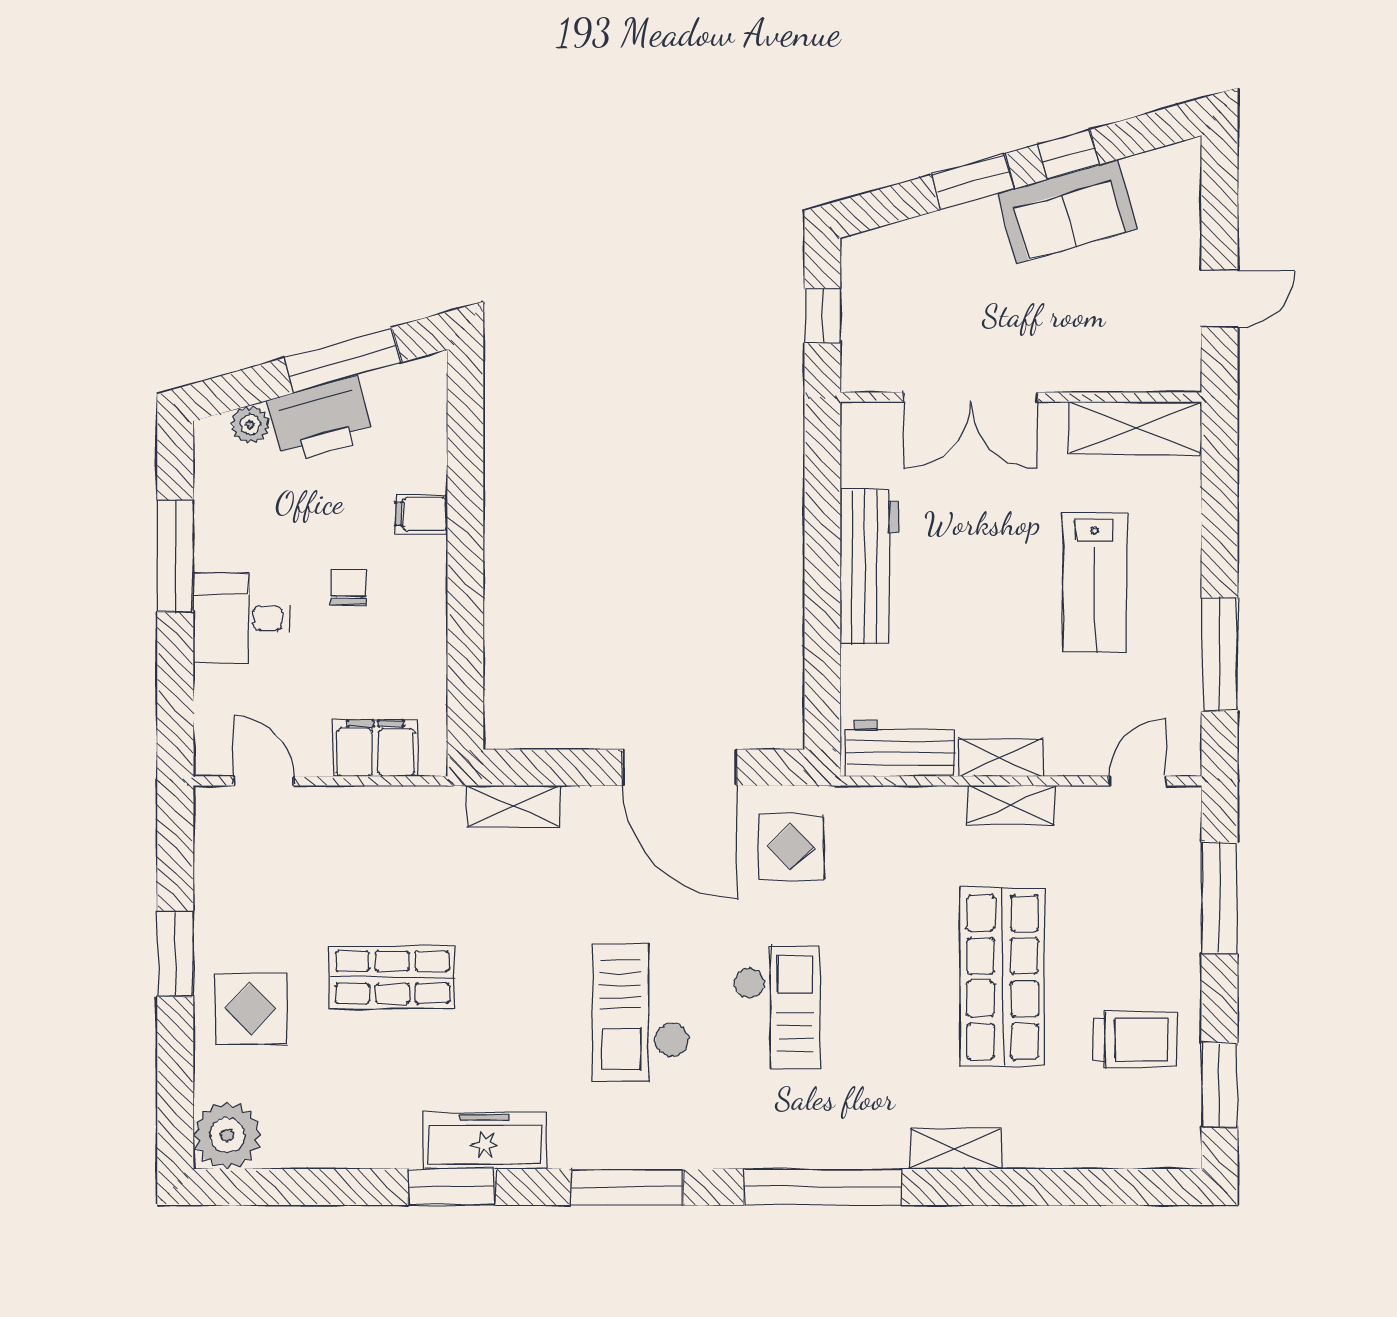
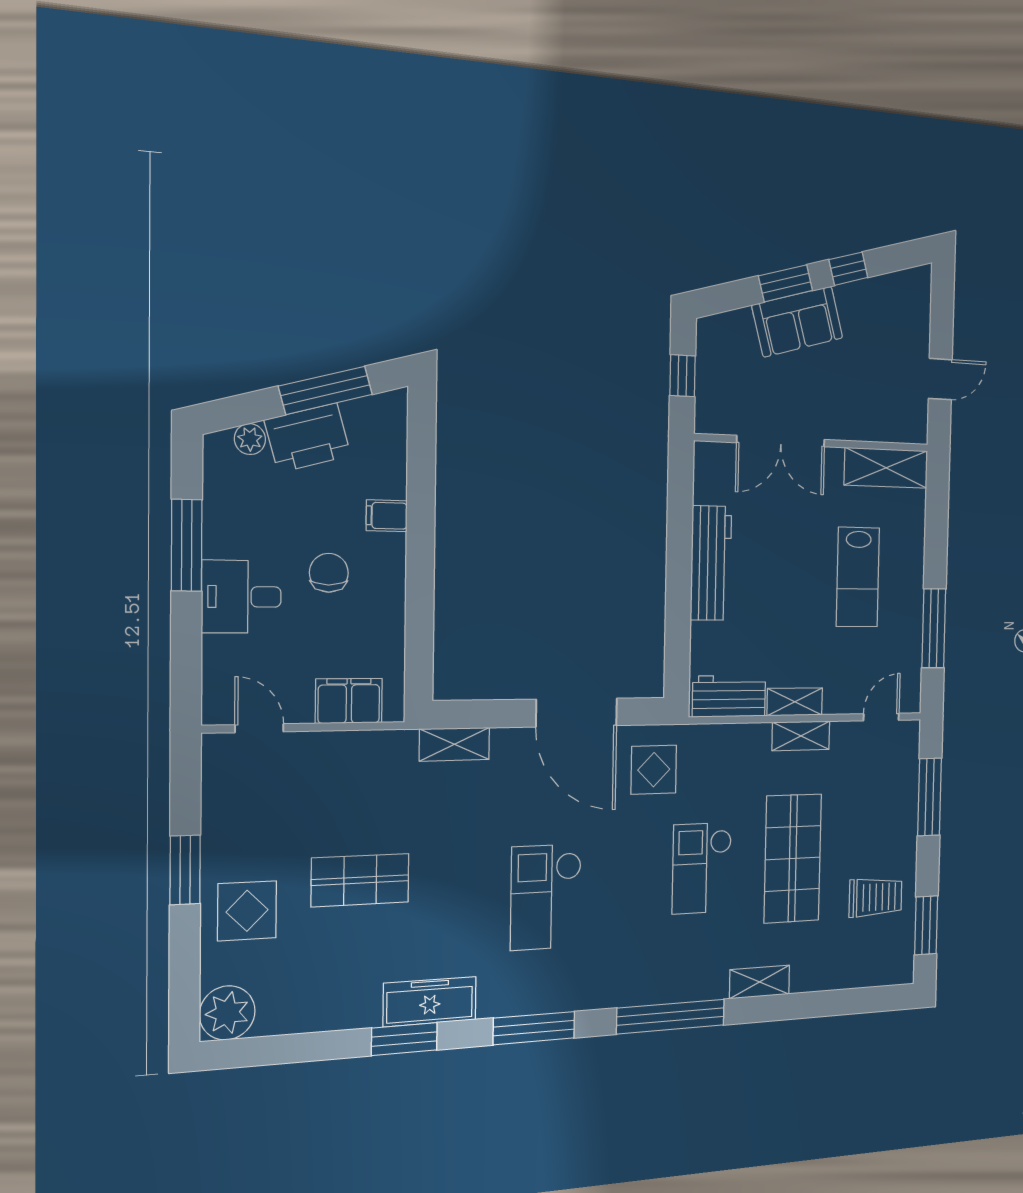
sofa: (1067, 211) -> (797, 322), moved
chair: (349, 587) -> (329, 573), width x1.37, depth x1.37
checkout: (777, 1007) -> (702, 868), moved, turned 180

